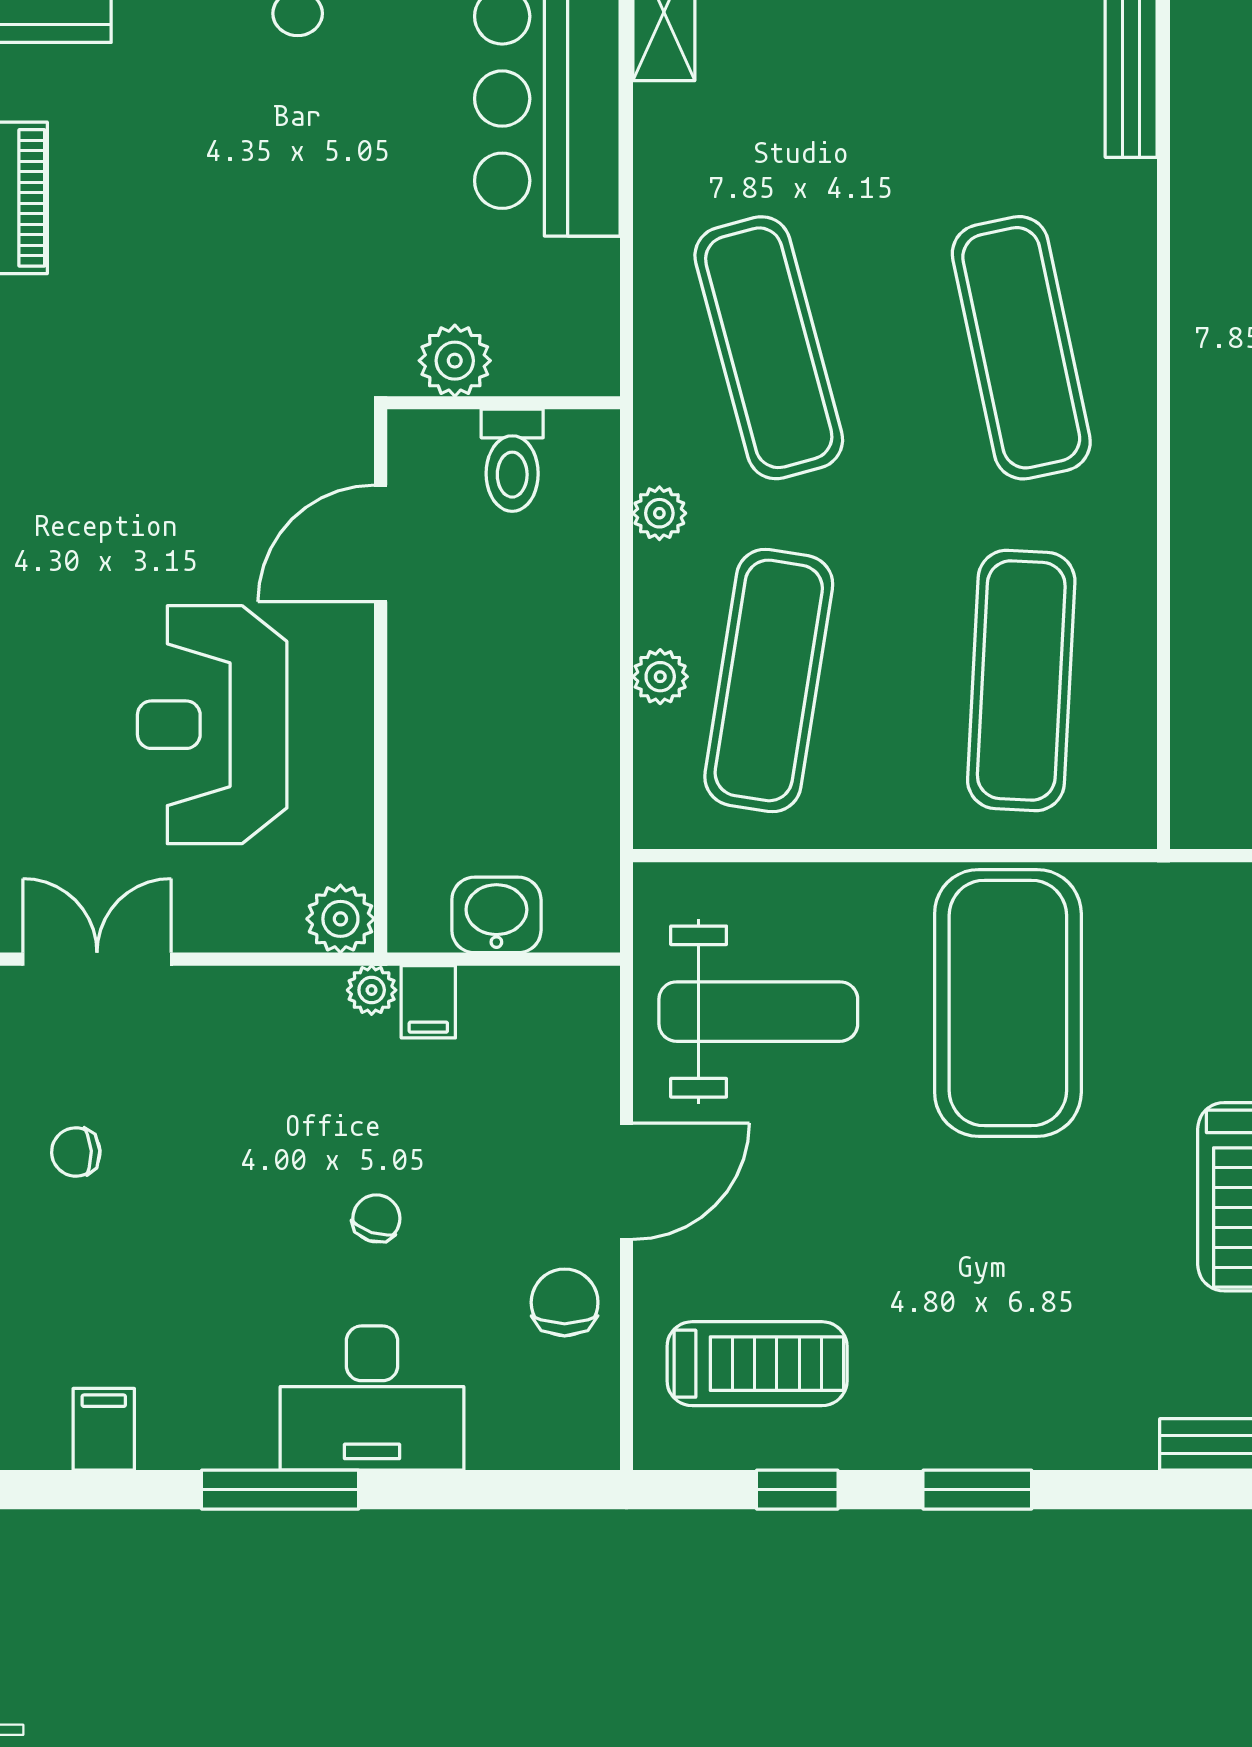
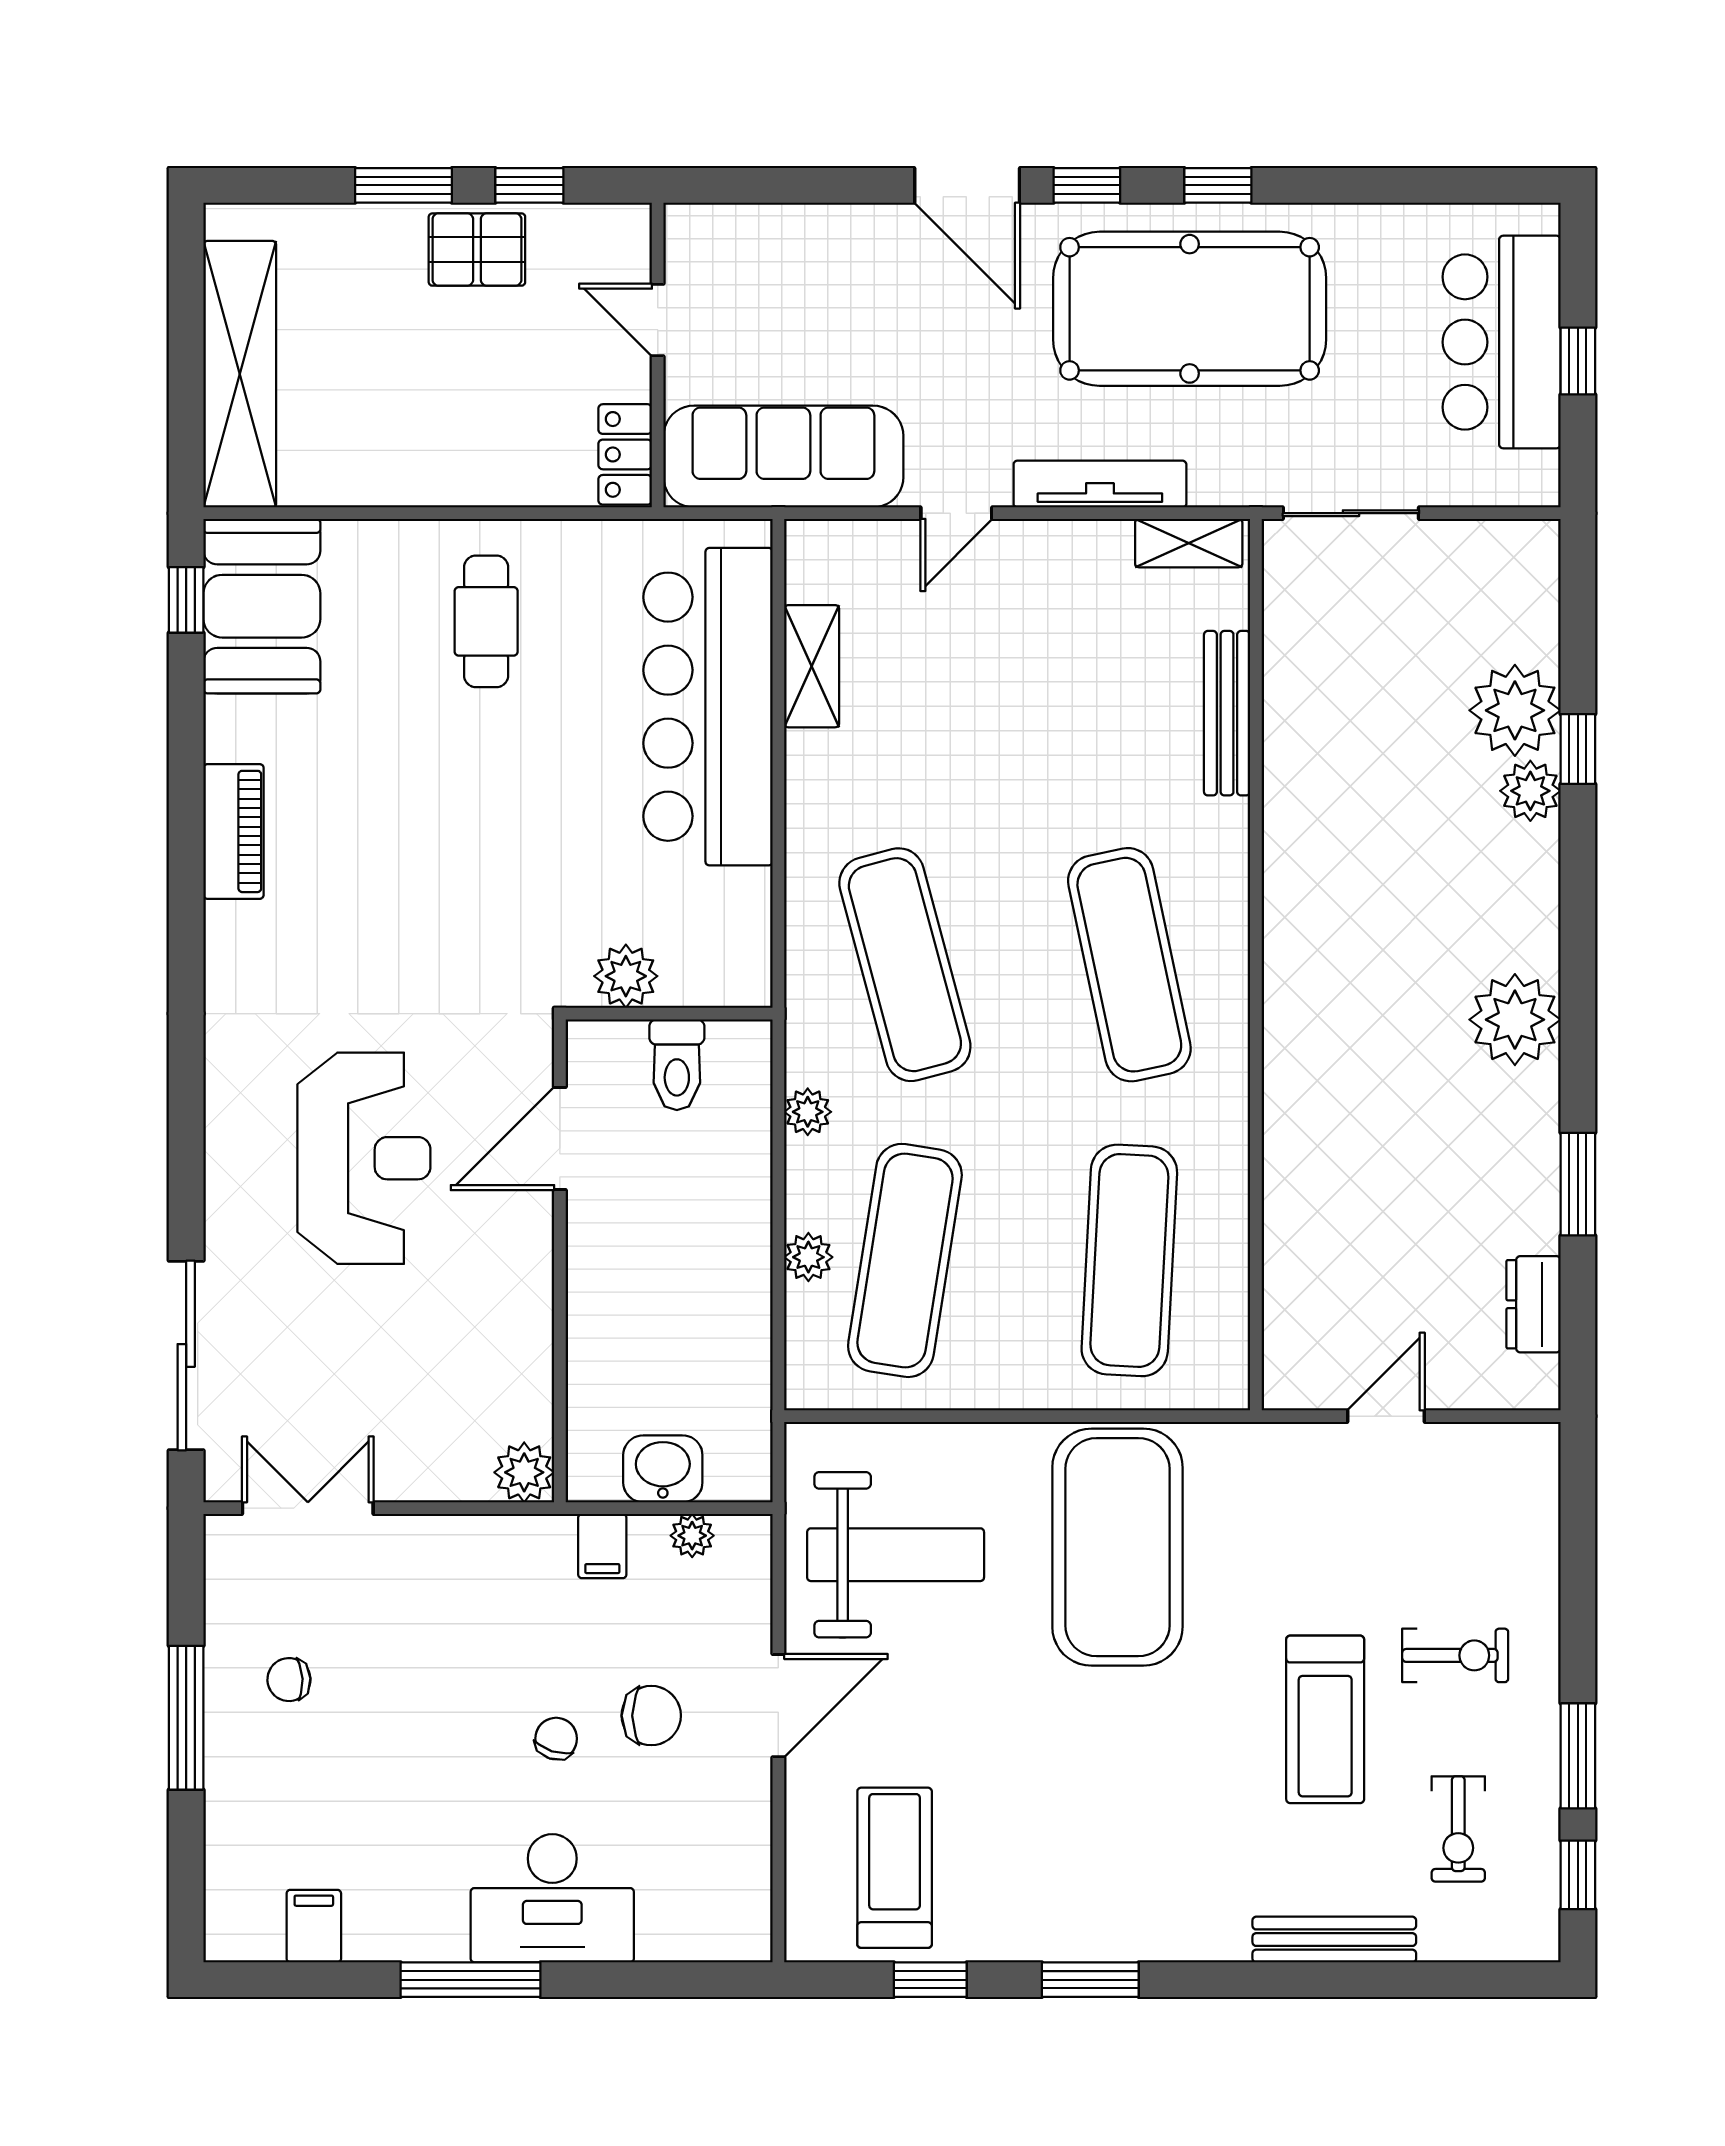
reception desk: (212, 725) -> (364, 1158), moved, turned 180
plant: (372, 990) -> (692, 1536), moved
chair: (565, 1302) -> (651, 1716), moved, turned 90
treadmill: (757, 1364) -> (895, 1868), turned -90

